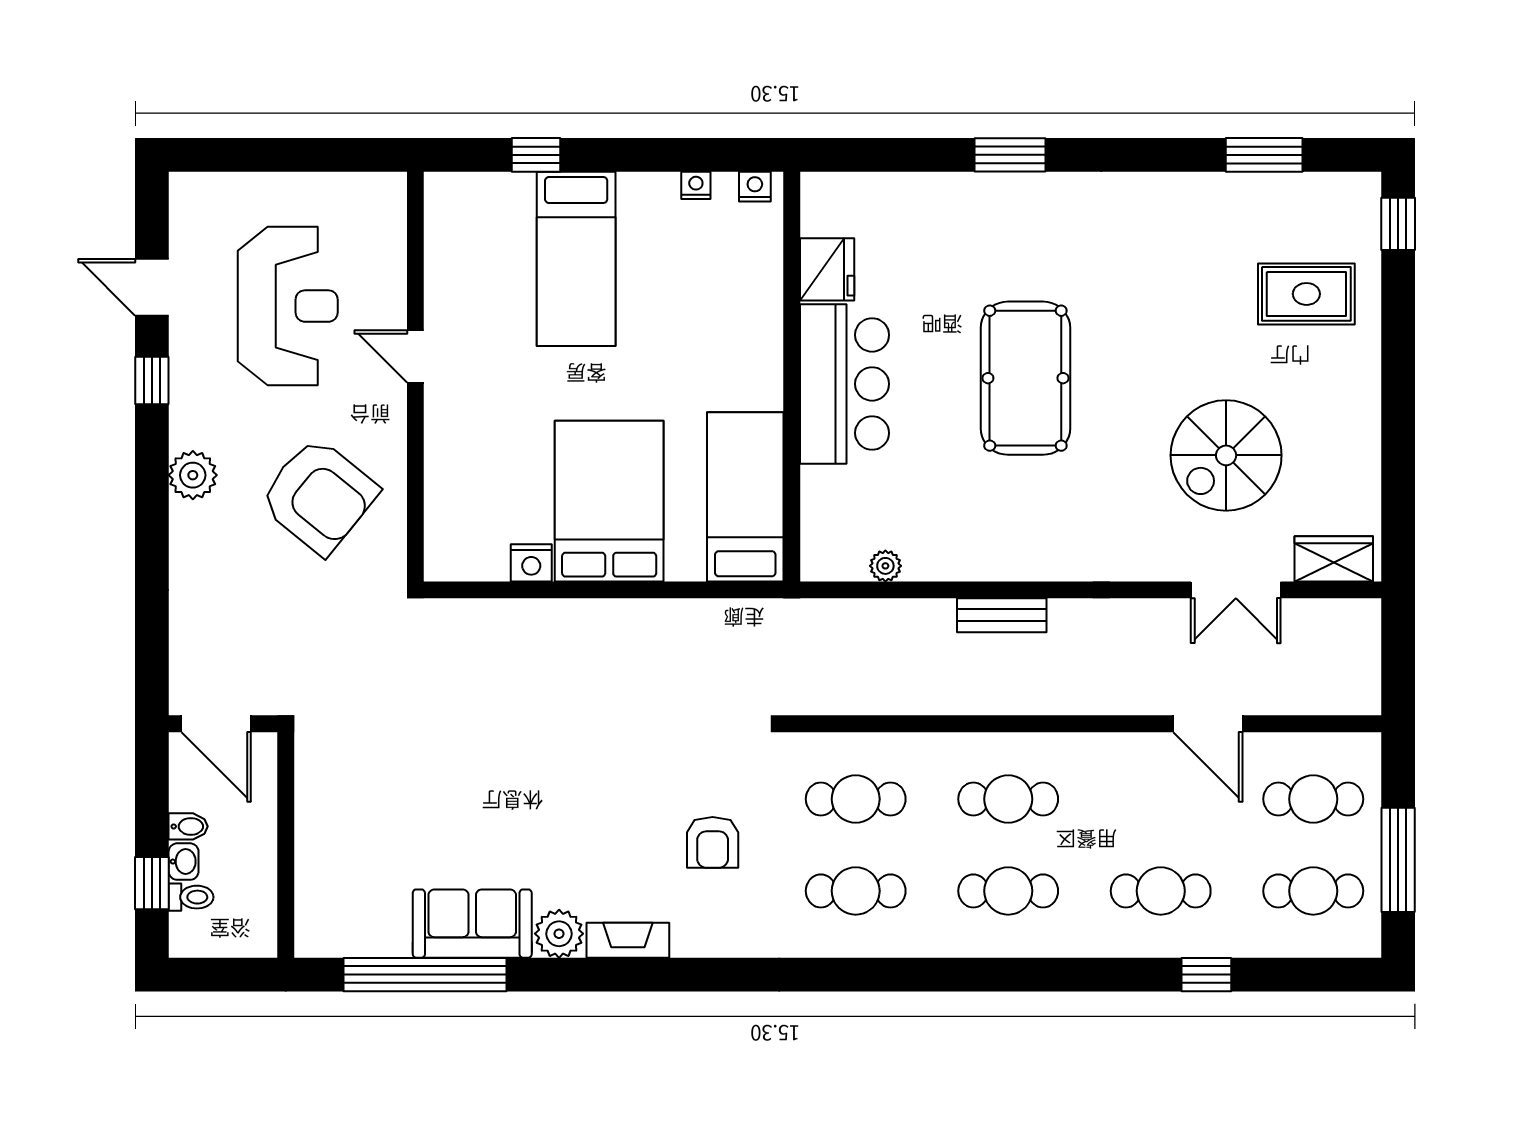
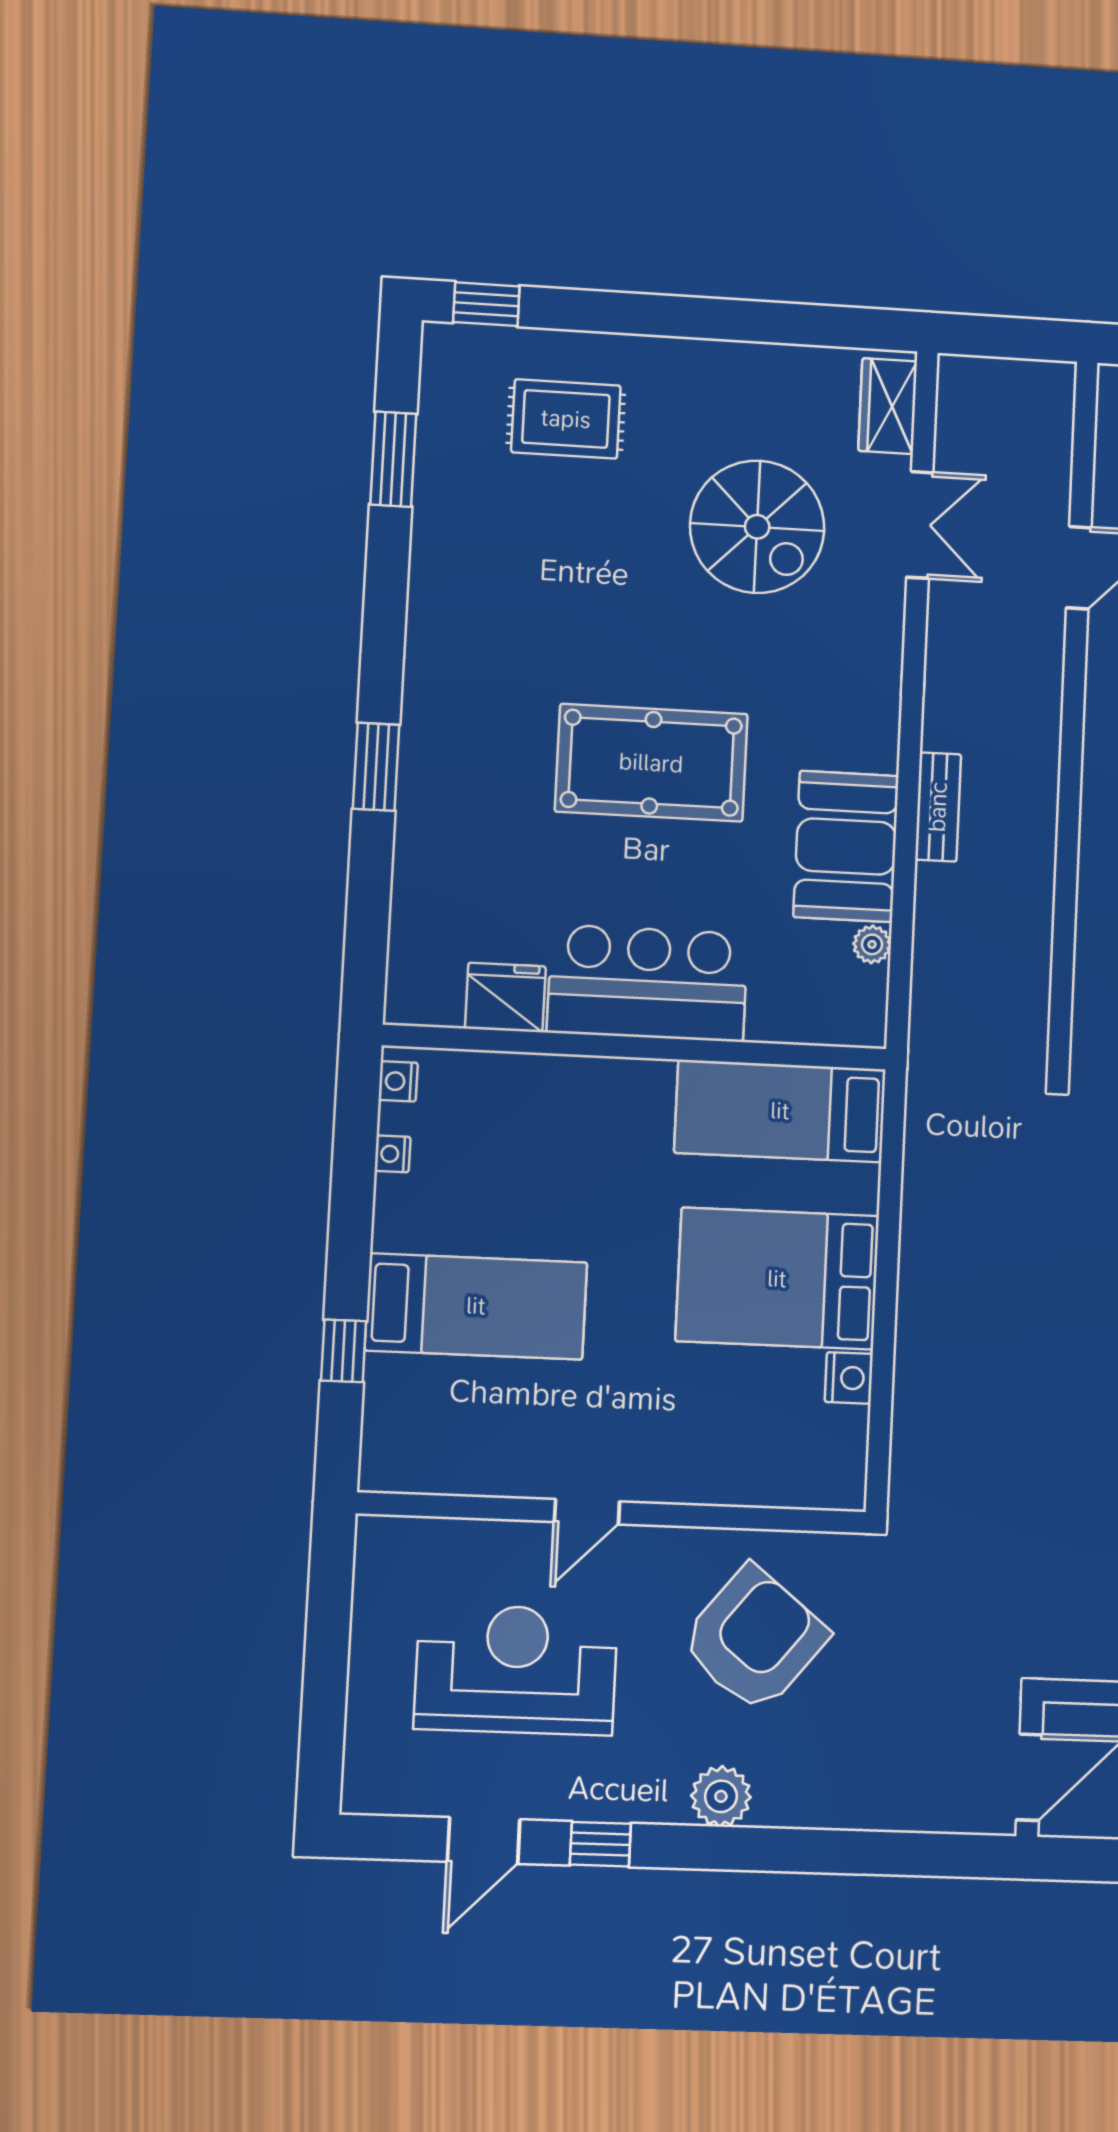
rug: (1306, 294) -> (566, 419), turned 90
booth: (965, 541) -> (846, 846), added

